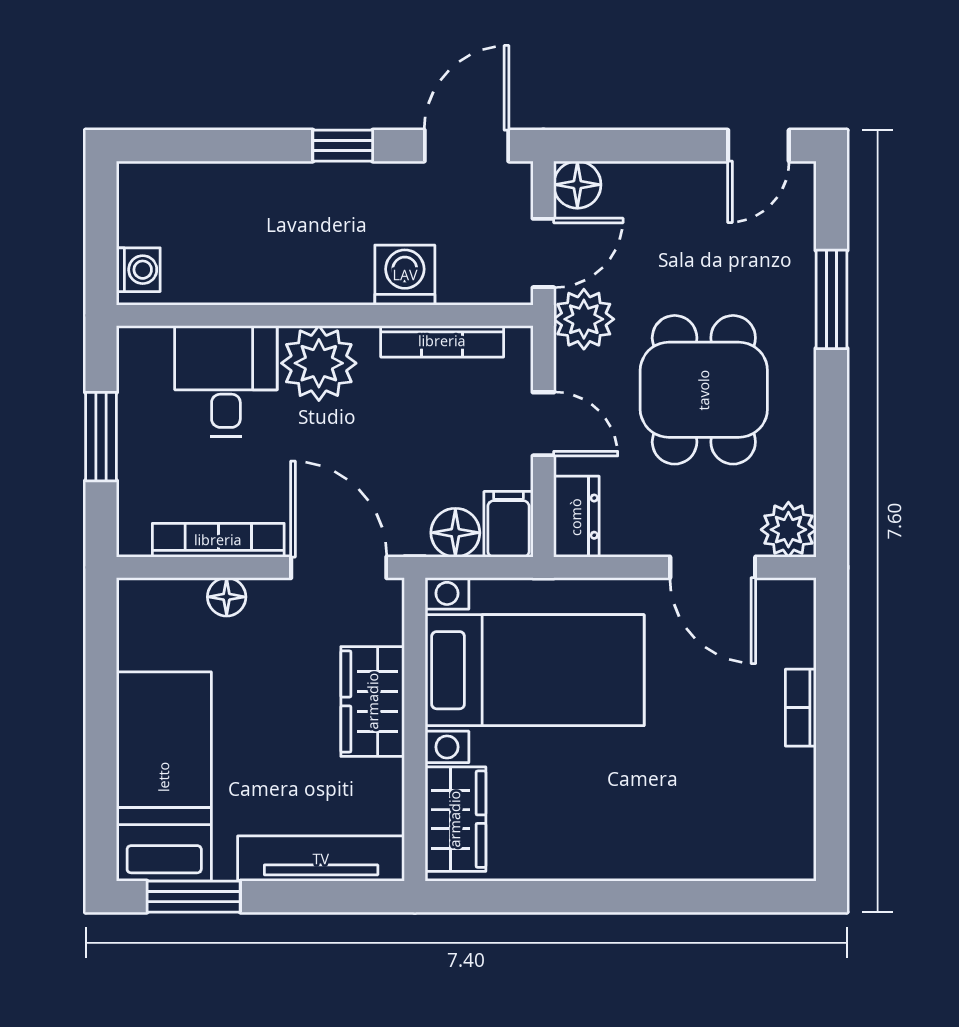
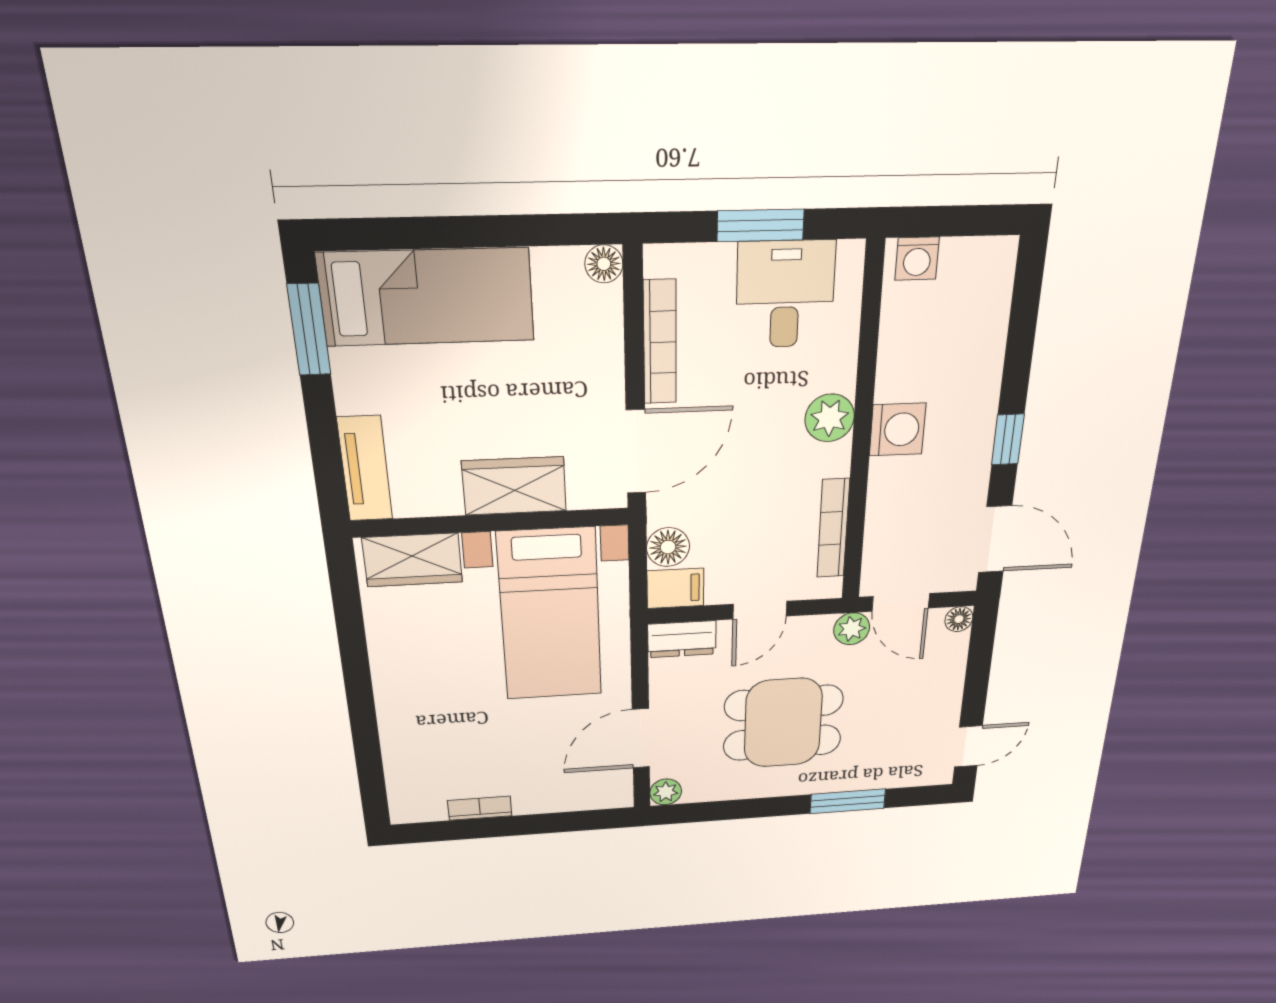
door: (758, 146) -> (968, 746), swing flipped
floor lamp: (577, 185) -> (959, 619), width x0.73, depth x0.73
washing machine: (405, 275) -> (898, 429), moved
plant: (584, 319) -> (852, 629), width x0.73, depth x0.73
plant: (319, 363) -> (830, 418), width x0.73, depth x0.73
desk: (226, 381) -> (785, 294), moved, turned -90
plant: (788, 530) -> (666, 792), width x0.73, depth x0.73
floor lamp: (227, 597) -> (604, 264), moved
bookcase: (801, 708) -> (480, 808), moved
tv unit: (321, 859) -> (365, 469), width x0.71

